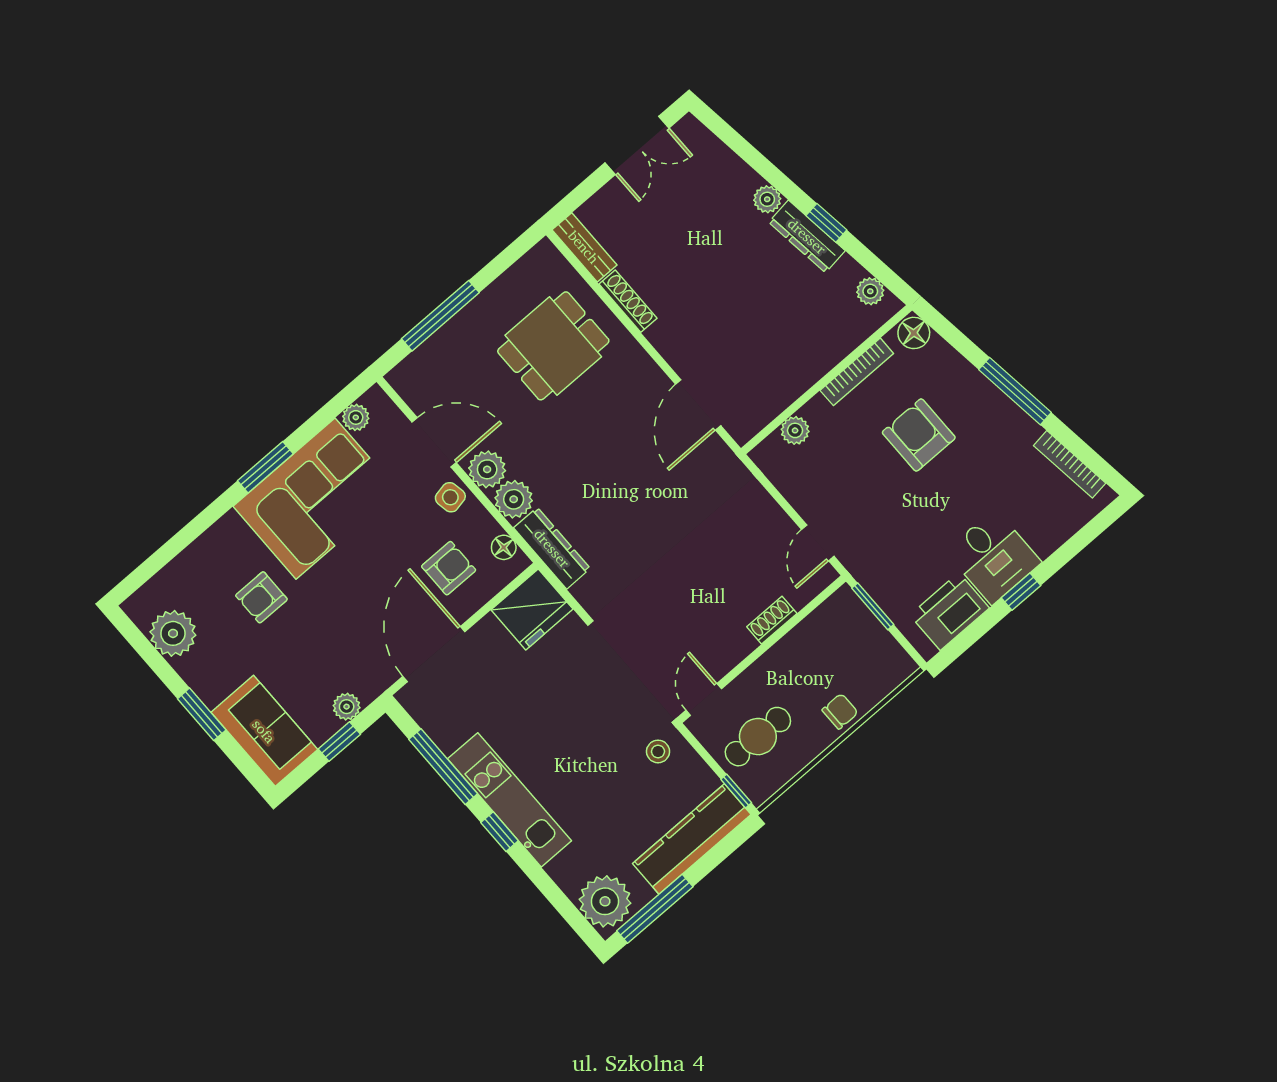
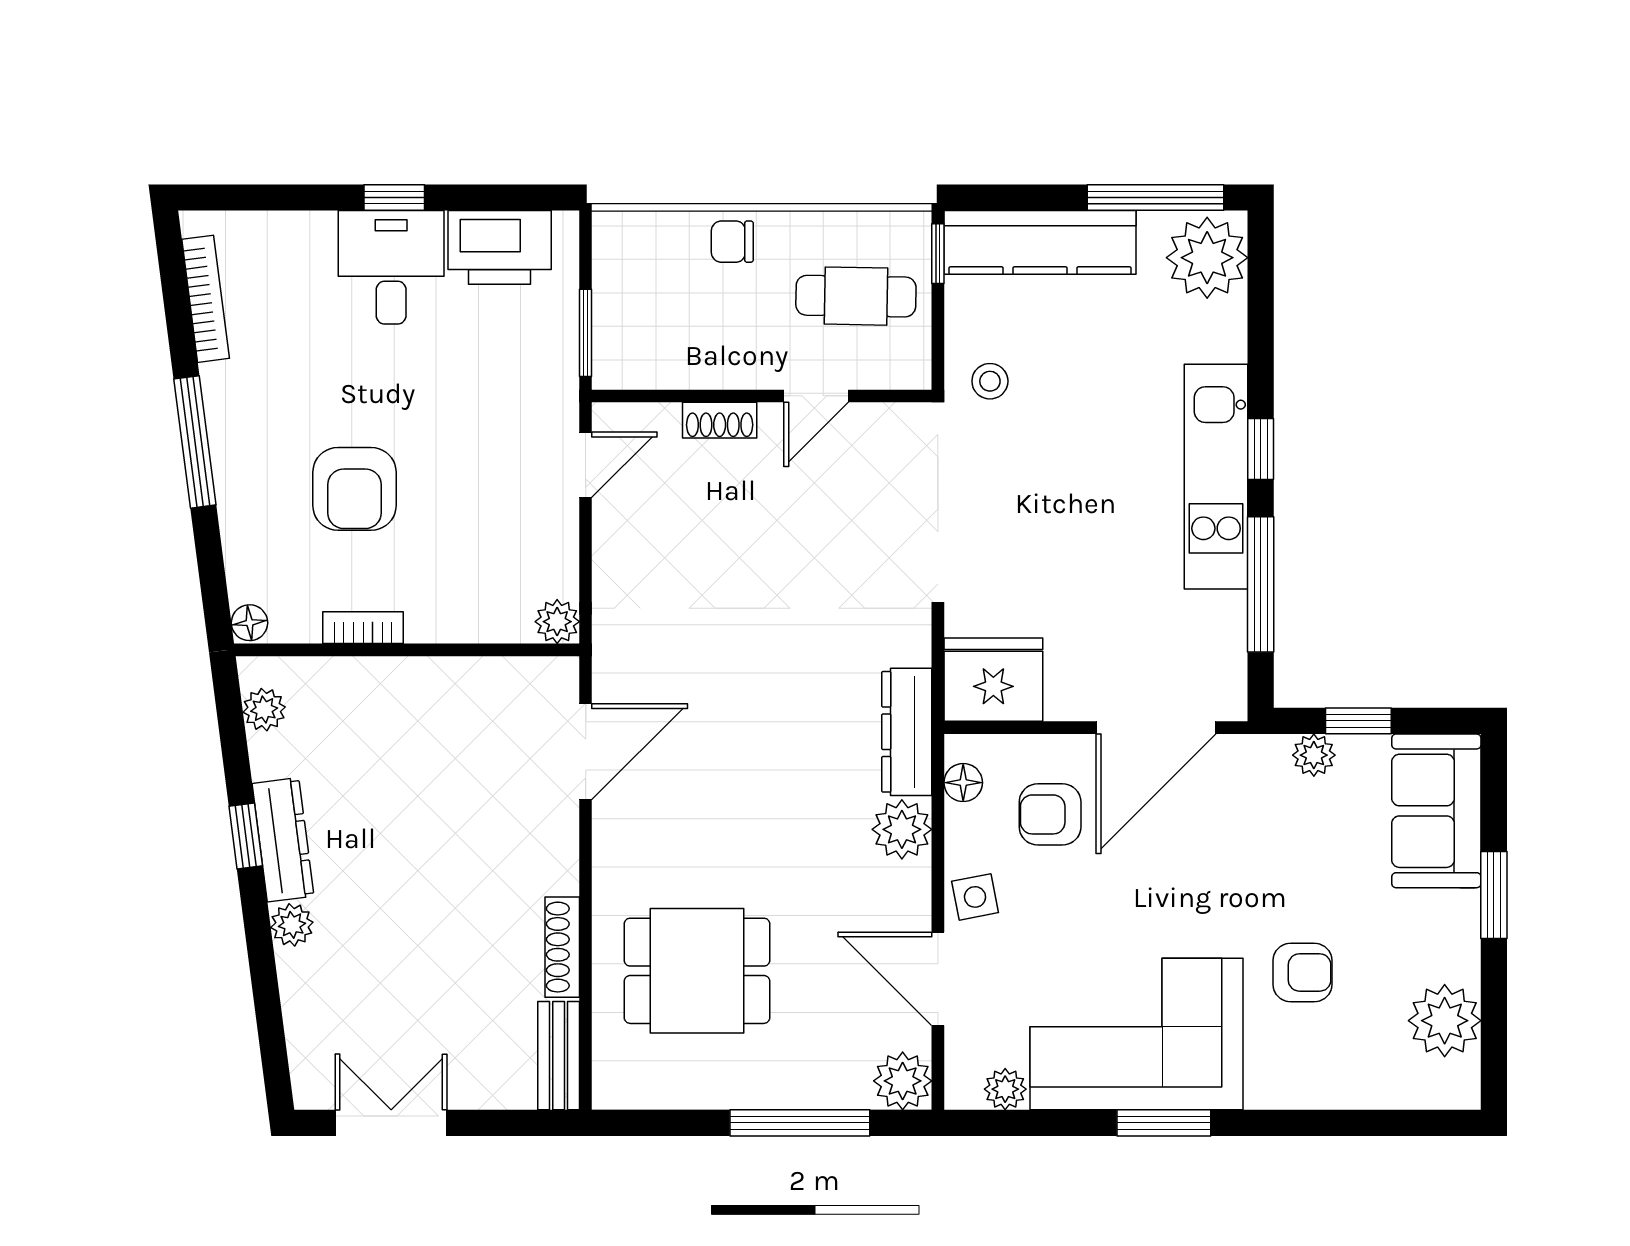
floor lamp: (914, 333) -> (250, 623), width x0.73, depth x0.73
bookcase: (857, 372) -> (363, 628), width x0.64
plant: (795, 430) -> (557, 622), moved
plant: (487, 469) -> (903, 1081), moved
door: (704, 699) -> (816, 396), moved

